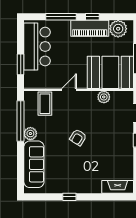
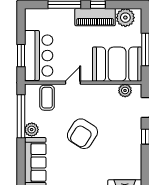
bar counter: (37, 47) -> (39, 56), moved
plant: (104, 97) -> (125, 90), moved
armchair: (78, 137) -> (82, 134), width x1.88, depth x1.88

